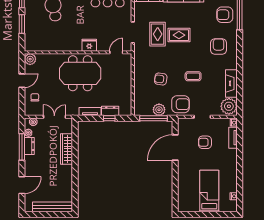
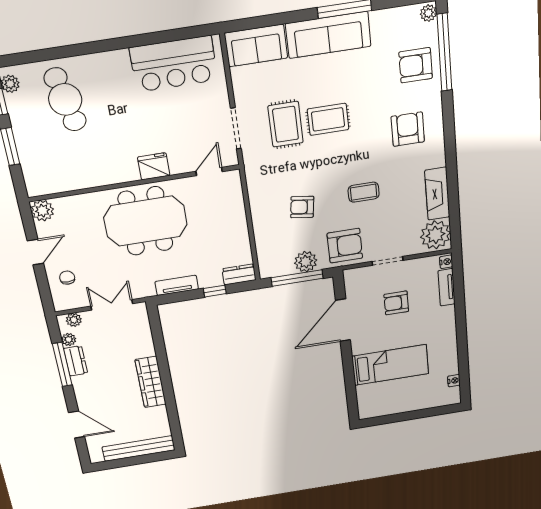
dresser: (110, 111) -> (239, 274), moved
wardrobe: (67, 149) -> (151, 382), moved
door: (22, 185) -> (77, 424), hinge flipped
bed: (209, 191) -> (390, 365), moved, turned 90

